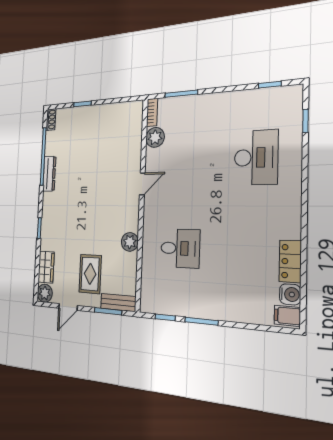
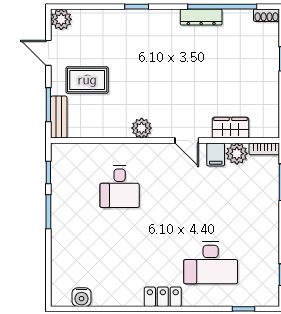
plant: (130, 242) -> (142, 128), moved
locker: (290, 261) -> (163, 297), moved
wardrobe: (46, 267) -> (230, 128), moved, turned 180
filing cabinet: (287, 316) -> (216, 154), moved, turned 180

